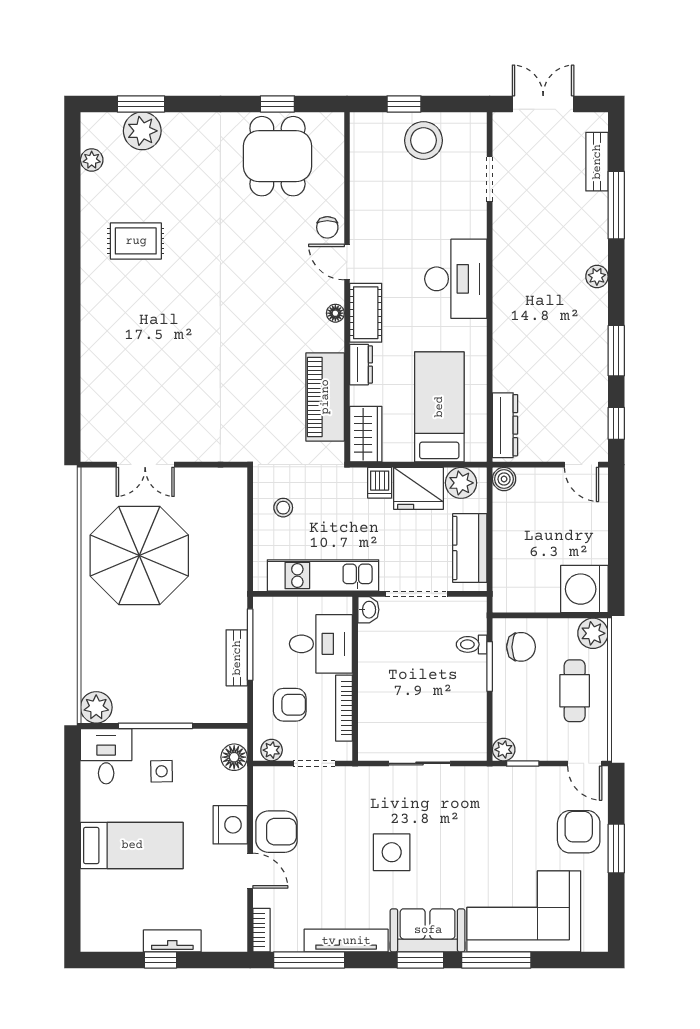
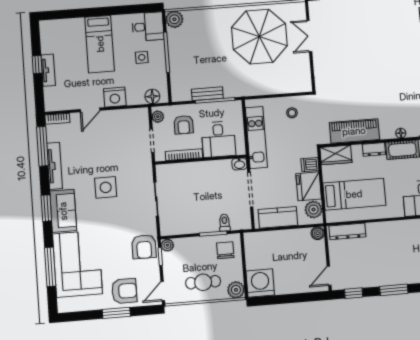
chair: (521, 647) -> (225, 250), turned 180
armchair: (277, 832) -> (144, 247), moved
window: (496, 960) -> (50, 267), moved

